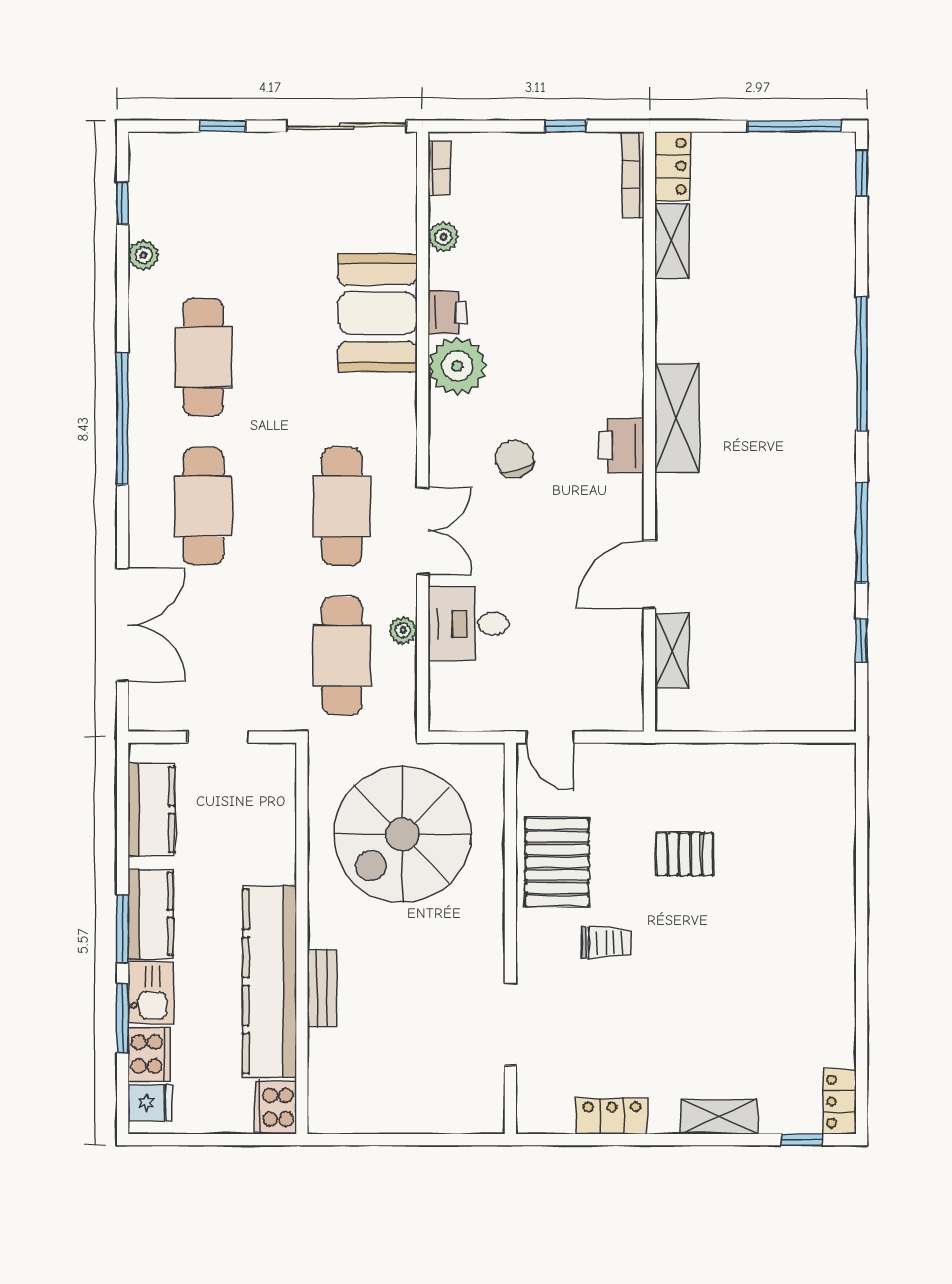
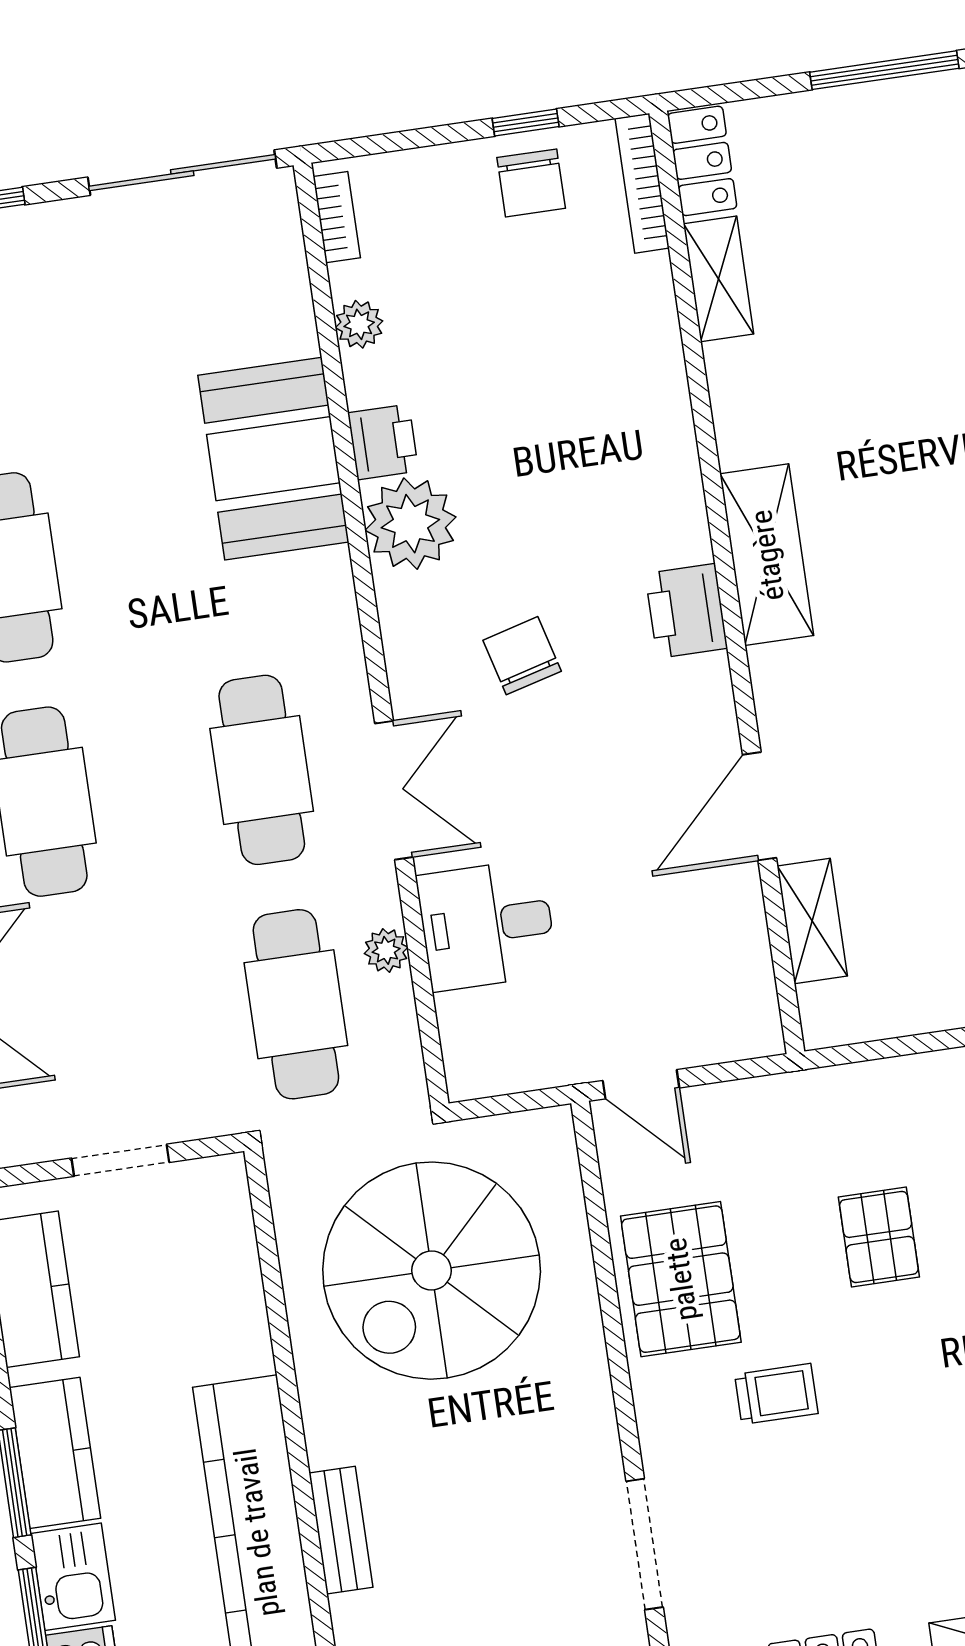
chair: (564, 164) -> (531, 183), added
pallet: (685, 854) -> (879, 1237), turned 90

